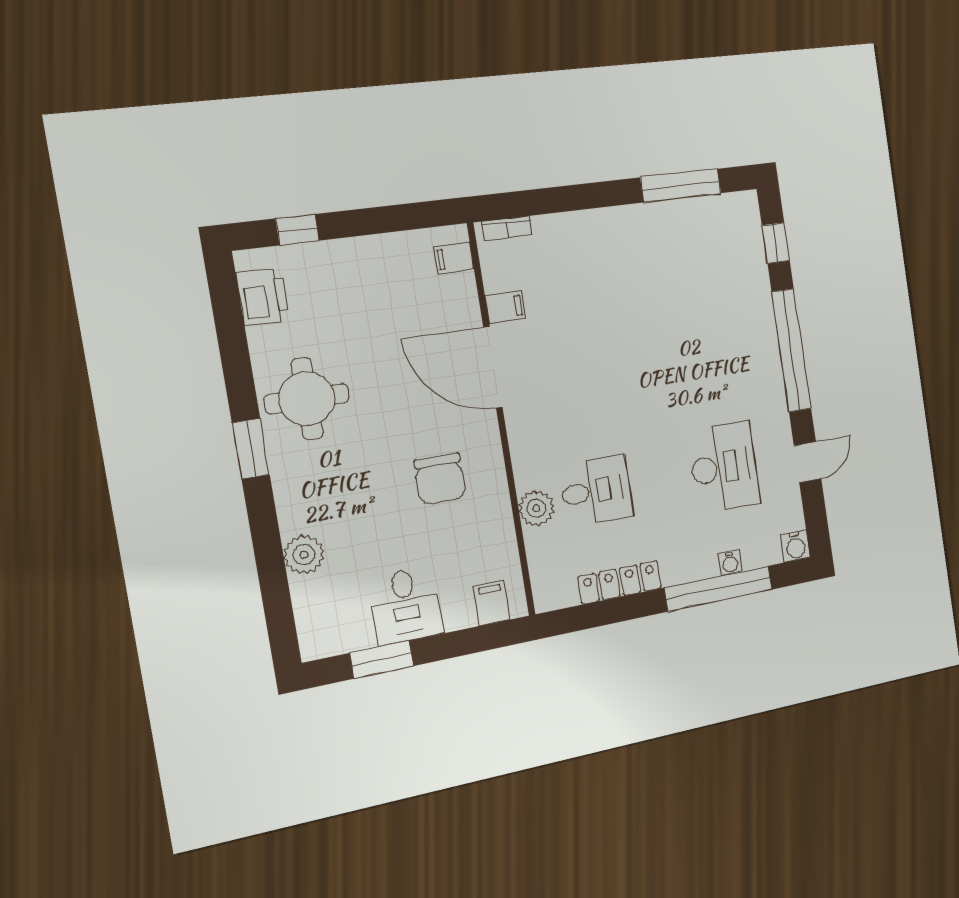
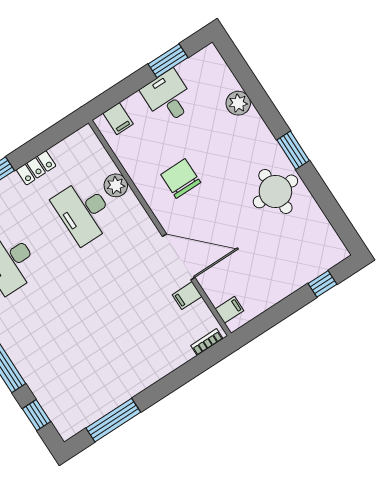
printer: (263, 297) -> (324, 238), removed
desk: (596, 491) -> (84, 211), width x1.37
locker: (620, 582) -> (36, 168), width x0.66

